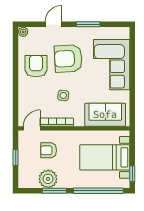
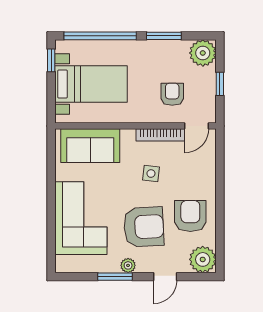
plant: (23, 32) -> (203, 259), width x1.88, depth x1.88
plant: (79, 32) -> (128, 265), added
armchair: (36, 66) -> (190, 216), turned 180
armchair: (49, 150) -> (172, 94), turned -90
plant: (48, 179) -> (203, 53), moved

